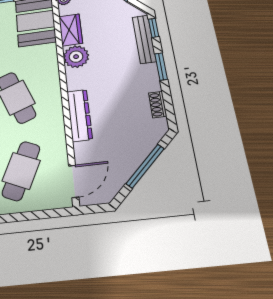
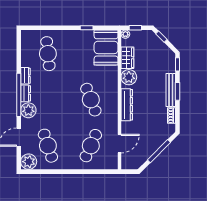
bench: (144, 39) -> (171, 90), moved
dresser: (79, 115) -> (127, 105), moved
door: (74, 181) -> (119, 144), moved

